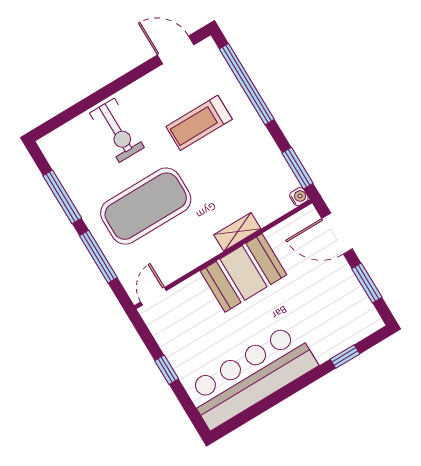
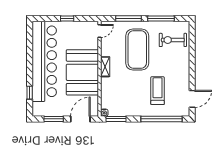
exercise bike: (117, 130) -> (173, 40), moved
shelving: (237, 232) -> (105, 67), moved
booth: (243, 273) -> (82, 72), width x1.36, depth x1.42
door: (154, 296) -> (100, 31), hinge flipped
bar counter: (251, 376) -> (44, 61), width x1.36

